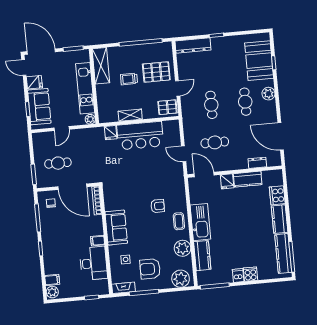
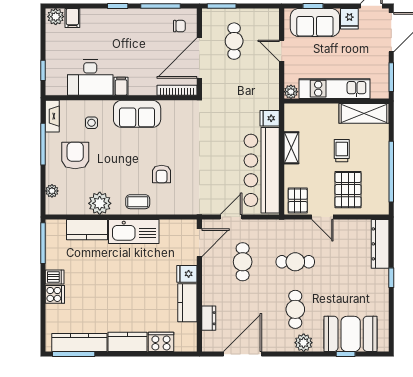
cafe table: (245, 102) -> (295, 309), turned 90
bar counter: (140, 136) -> (262, 170), width x1.36
plant: (181, 279) -> (52, 191), width x0.53, depth x0.53

